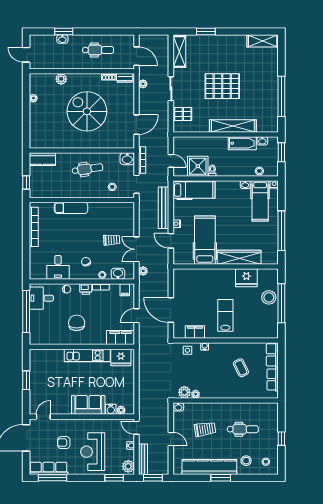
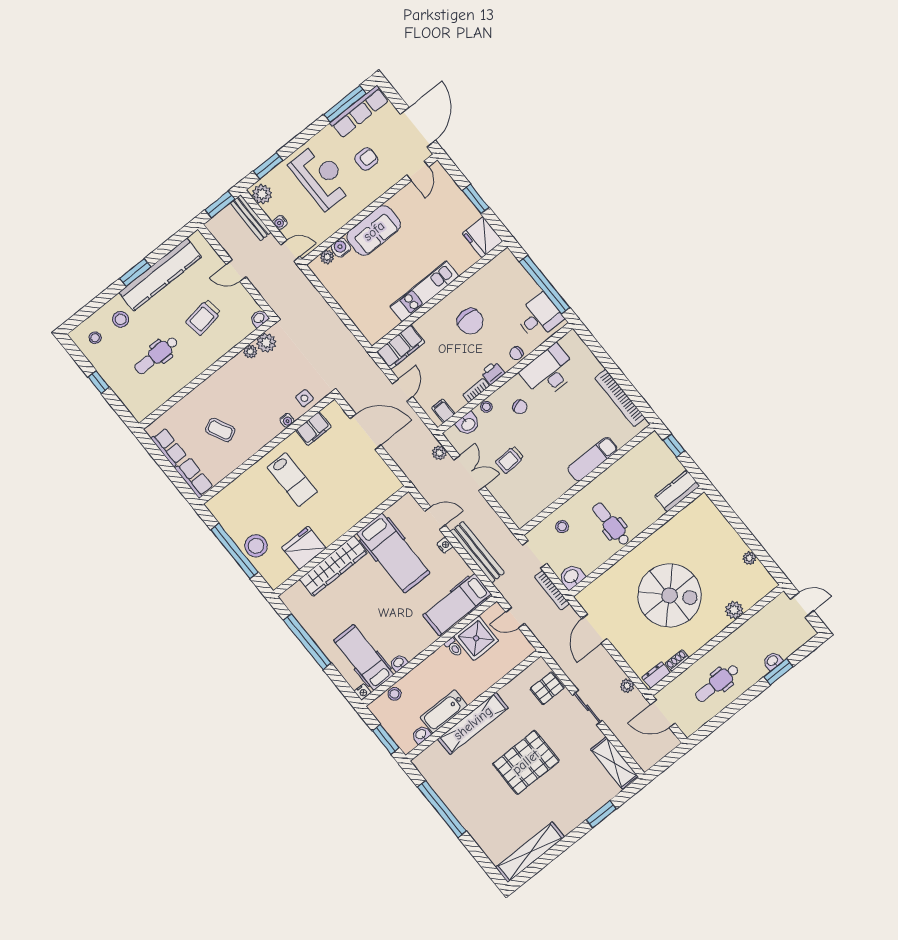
shelving: (263, 41) -> (530, 852), width x1.47
dental chair: (87, 169) -> (611, 524), turned 98
desk: (58, 267) -> (549, 372), width x1.37
fridge: (121, 357) -> (483, 237), moved, turned -90

